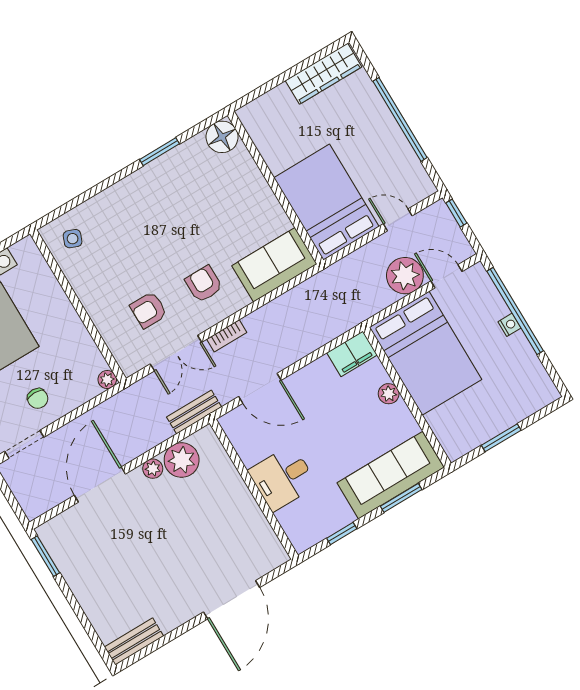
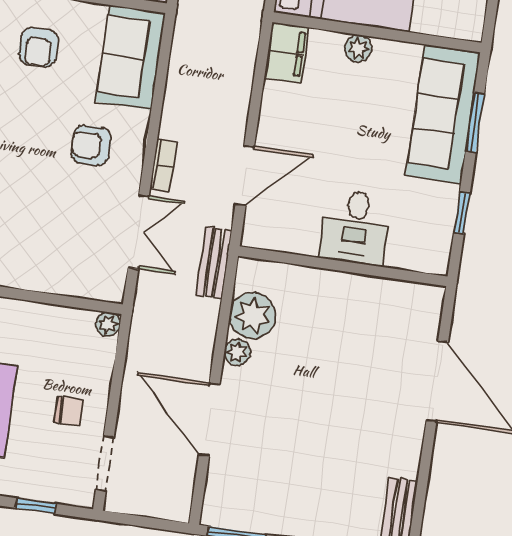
armchair: (149, 310) -> (38, 47), moved

